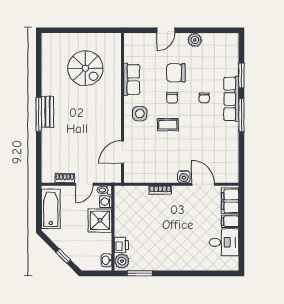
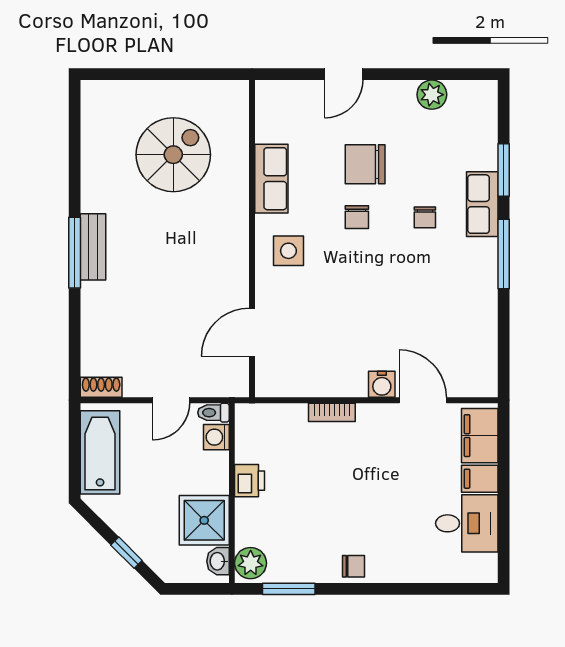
plant: (195, 40) -> (432, 95), moved
spiral stairs: (85, 68) -> (173, 155), turned -90
row of seats: (231, 99) -> (482, 204), width x0.68
coffee table: (168, 125) -> (348, 274), removed
shoe rack: (65, 178) -> (101, 387), moved
shower: (100, 220) -> (204, 520), moved
printer: (121, 245) -> (250, 481), moved
chair: (171, 263) -> (354, 566), added

